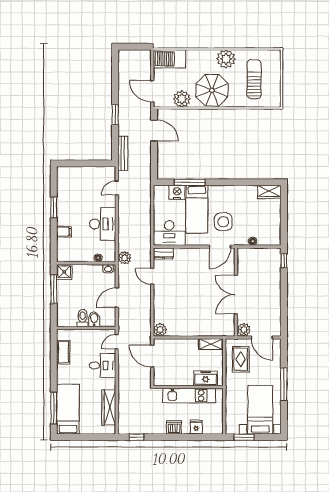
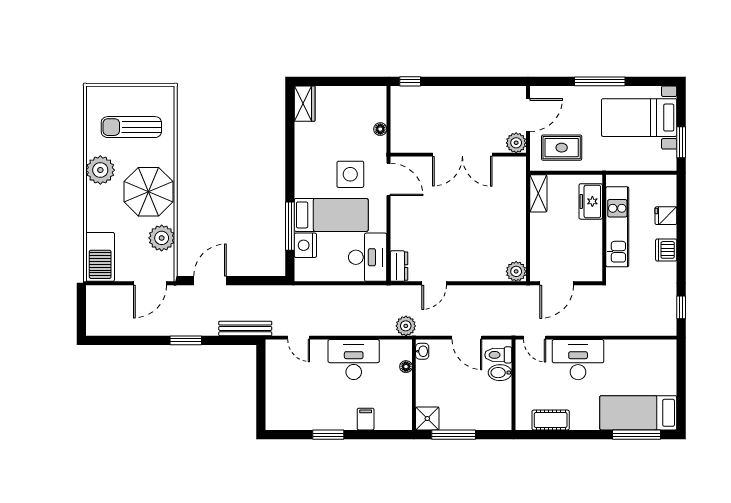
toilet: (83, 318) -> (498, 355), moved
desk: (103, 365) -> (578, 360), width x1.37
wardrobe: (109, 408) -> (636, 350), removed

